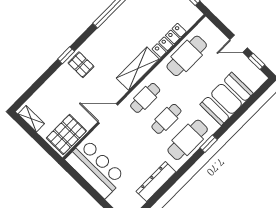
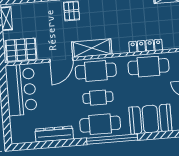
shelving: (138, 69) -> (92, 48), moved
cafe table: (145, 98) -> (96, 71), width x1.37, depth x1.35
door: (108, 114) -> (61, 60), swing flipped
window: (209, 144) -> (112, 139), width x3.17

